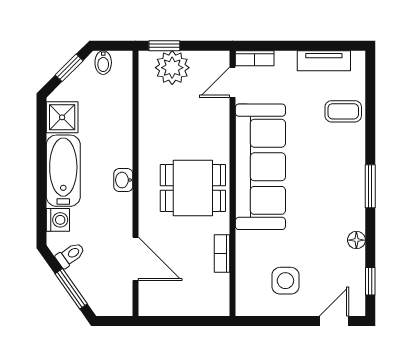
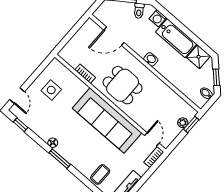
plant: (172, 68) -> (183, 123), width x0.53, depth x0.53
dining table: (193, 188) -> (123, 85), turned 90
floor lamp: (356, 240) -> (53, 143), moved

